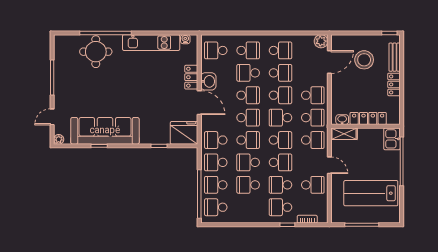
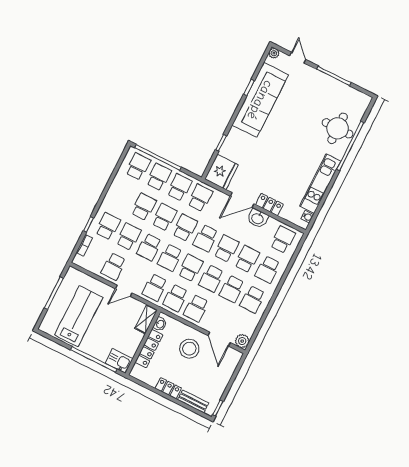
stool: (364, 60) -> (189, 349), moved
school desk: (248, 95) -> (226, 249), turned 180
school desk: (248, 140) -> (185, 228), turned 180

